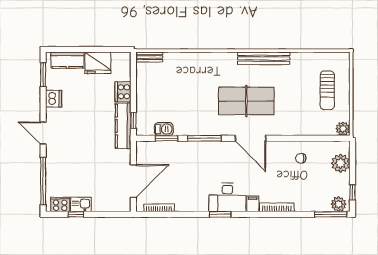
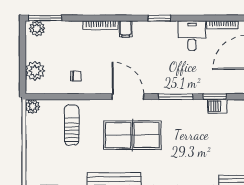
sun lounger: (327, 90) -> (72, 125), moved
window: (352, 192) -> (23, 41), removed
desk: (227, 197) -> (192, 36), moved, width x0.73

